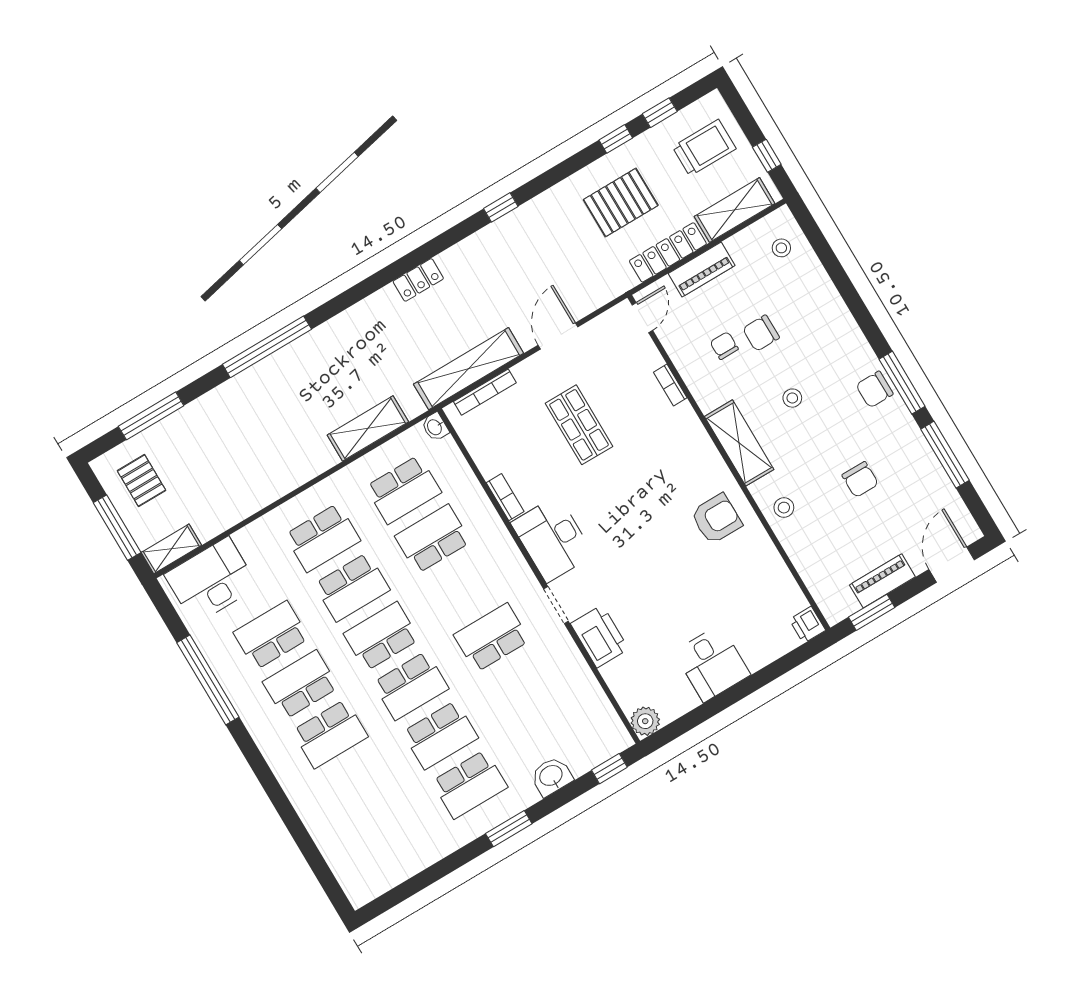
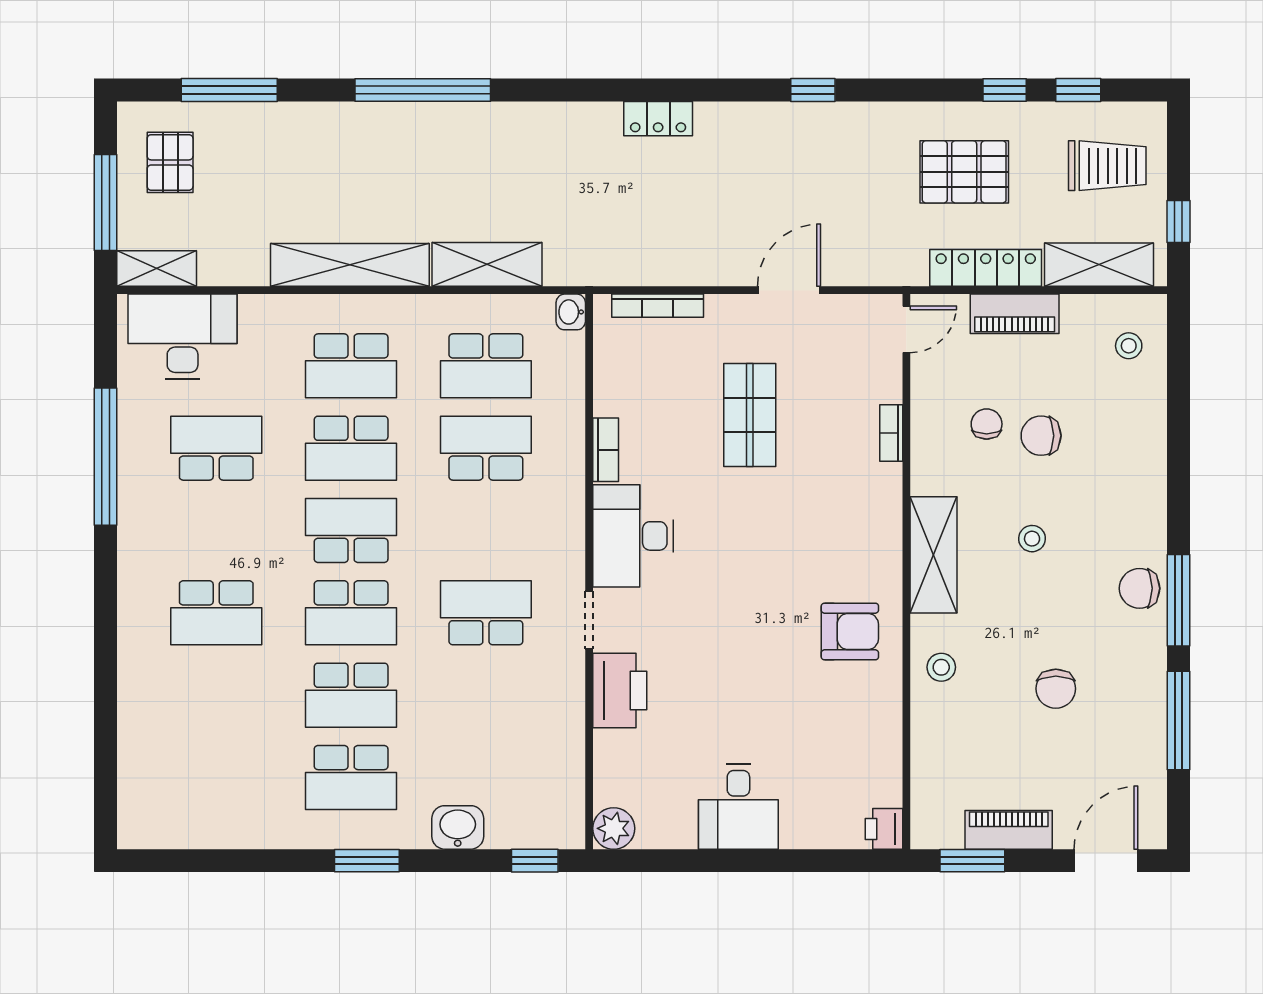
shelving: (469, 369) -> (350, 265), moved
school desk: (301, 685) -> (216, 530), removed

